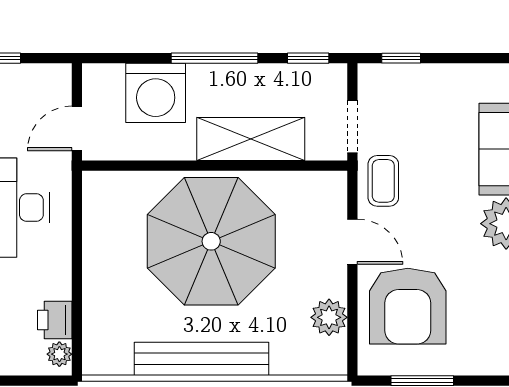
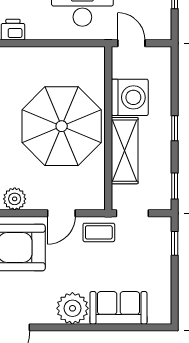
window: (215, 58) -> (175, 128), width x0.46
washing machine: (156, 93) -> (130, 97), moved, turned 180

